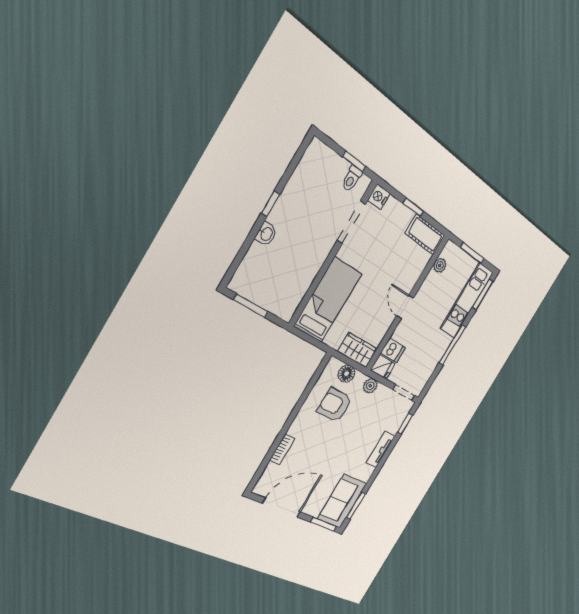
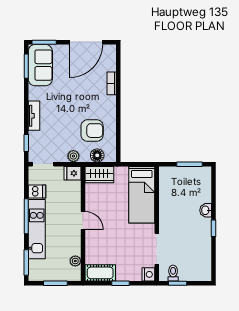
kitchen unit: (467, 300) -> (37, 229), moved
dishwasher: (393, 350) -> (37, 191), moved, turned 180

